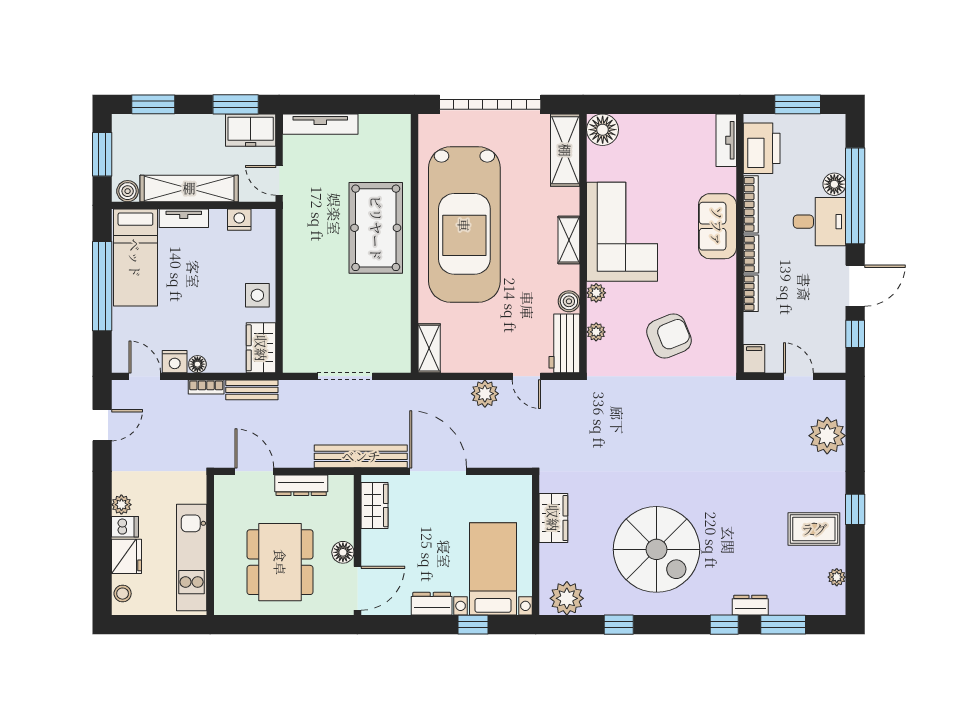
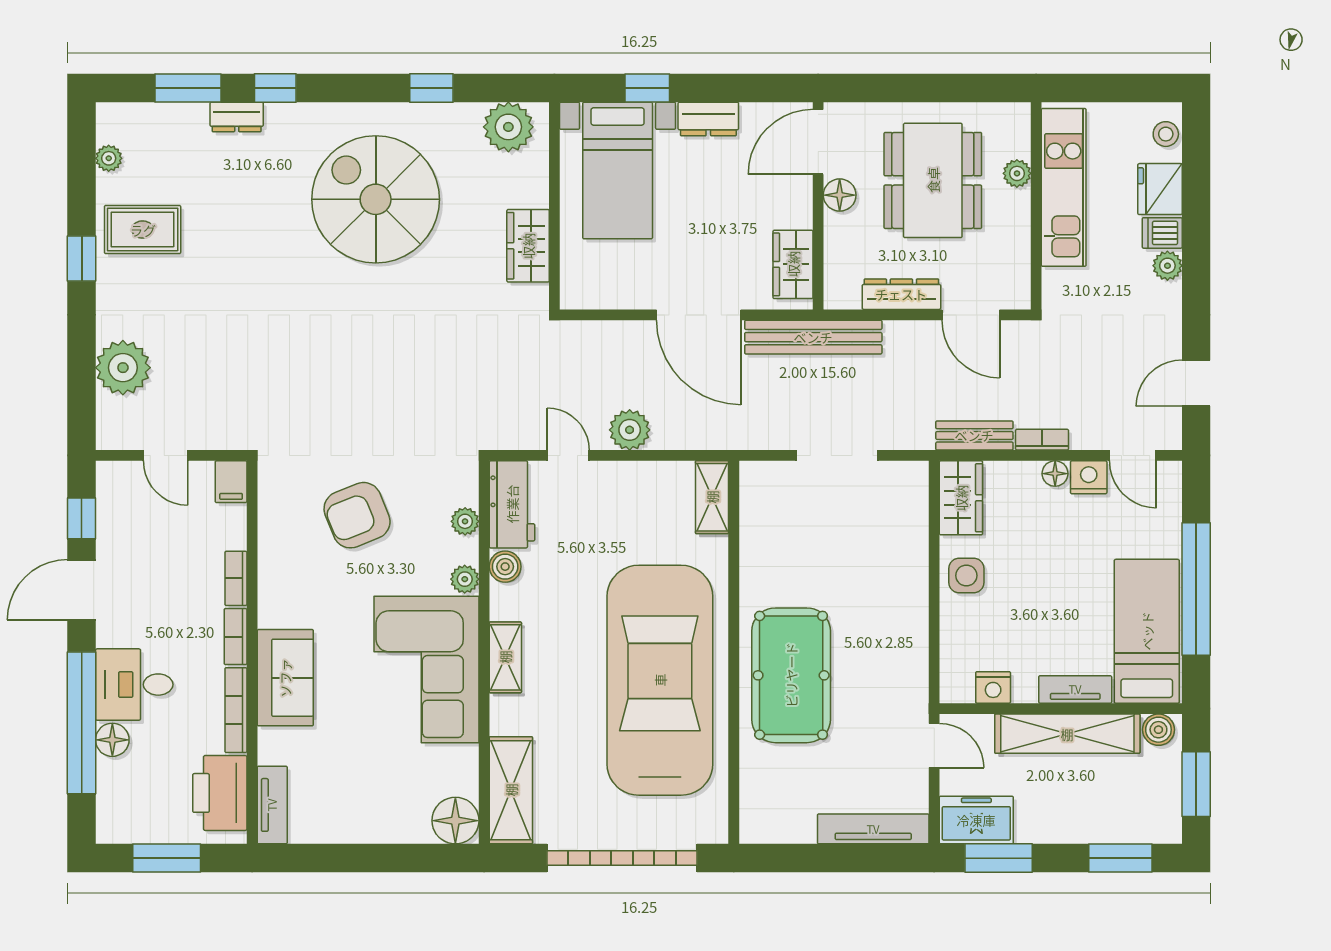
plant: (223, 567) -> (1017, 173), added

